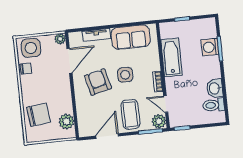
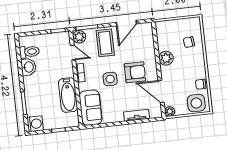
sofa: (131, 37) -> (91, 108), moved, turned 90
washing machine: (210, 47) -> (35, 124), moved
door: (69, 61) -> (161, 91), hinge flipped
armchair: (98, 82) -> (135, 72), turned -76
chair: (39, 115) -> (189, 42), width x0.54, depth x0.54
plant: (66, 122) -> (166, 58), moved

